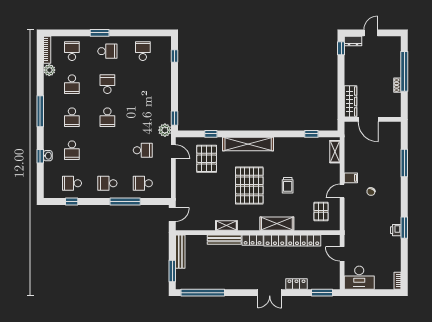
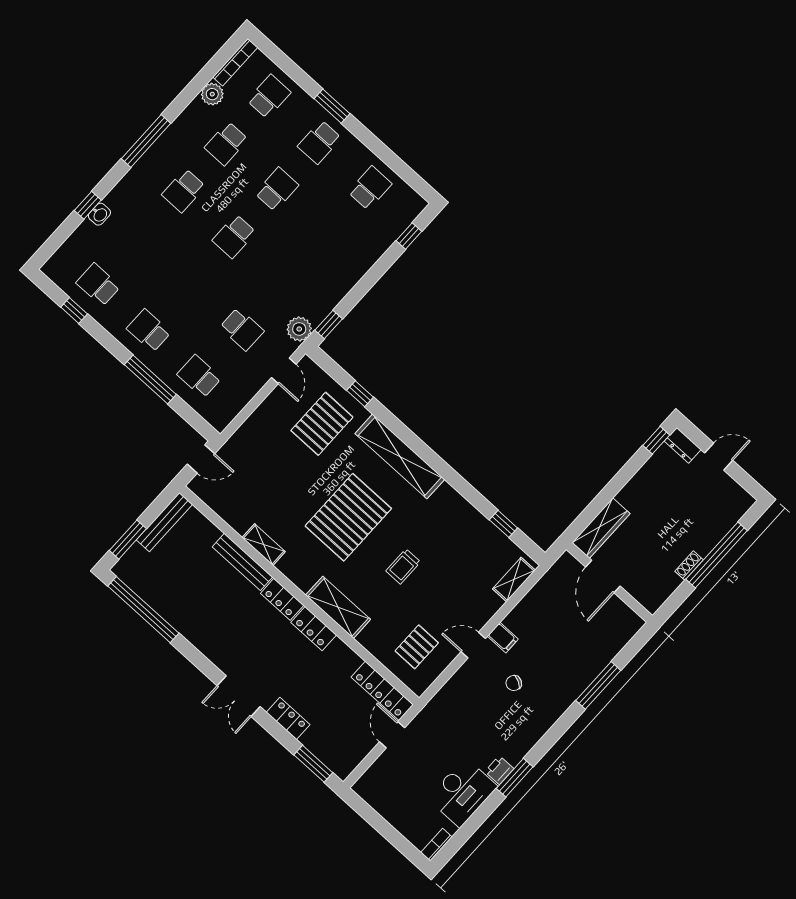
school desk: (107, 51) -> (319, 142), turned 90
school desk: (72, 150) -> (141, 238), removed
locker: (304, 240) -> (382, 691), moved
desk: (359, 278) -> (462, 792), moved, turned -90

